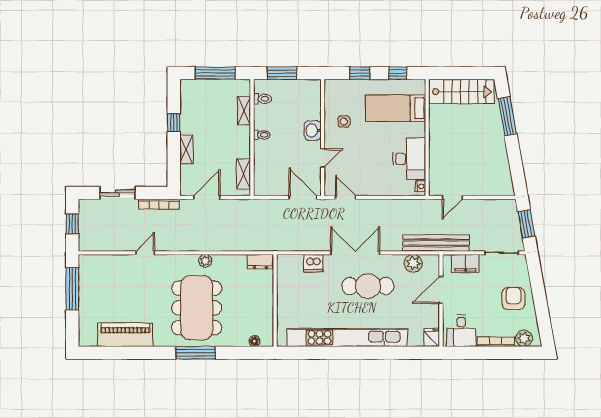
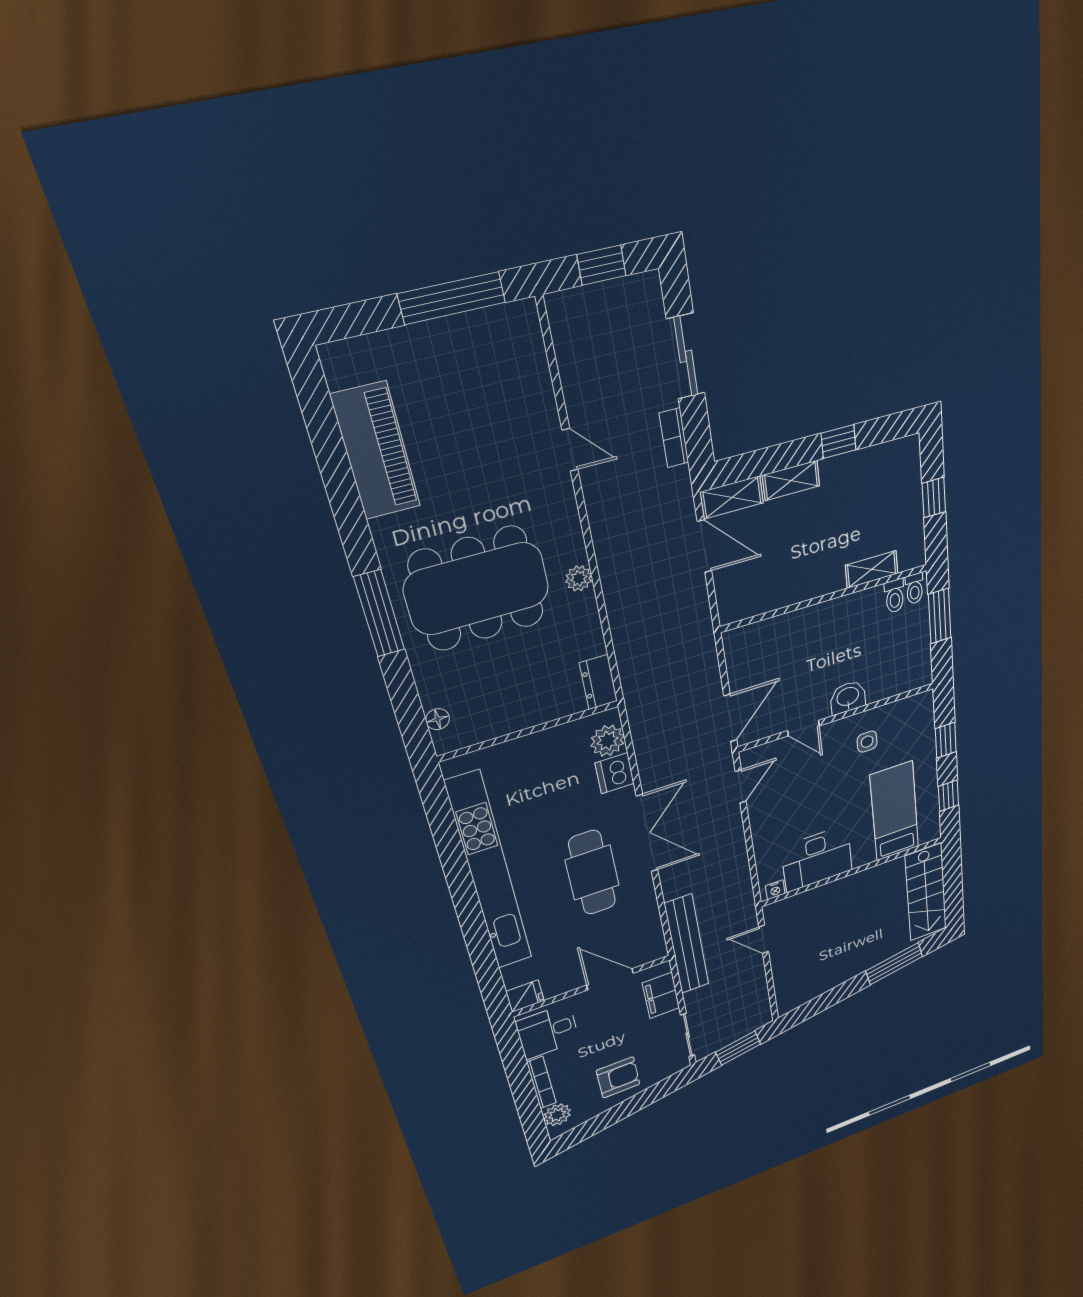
window: (215, 73) -> (934, 498), width x0.46
toilet: (262, 135) -> (914, 589), moved
shelving: (244, 174) -> (732, 497), moved
bookcase: (159, 204) -> (674, 438), width x0.64
plant: (413, 263) -> (608, 741), moved

